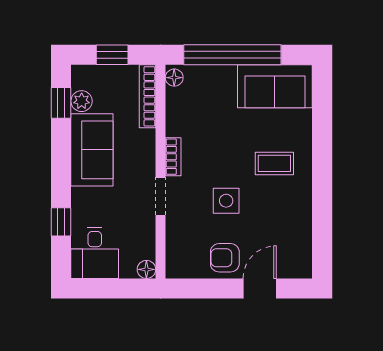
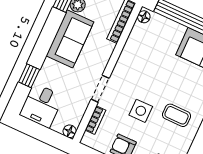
bookcase: (173, 157) -> (95, 120), moved
coffee table: (274, 163) -> (177, 115), moved

